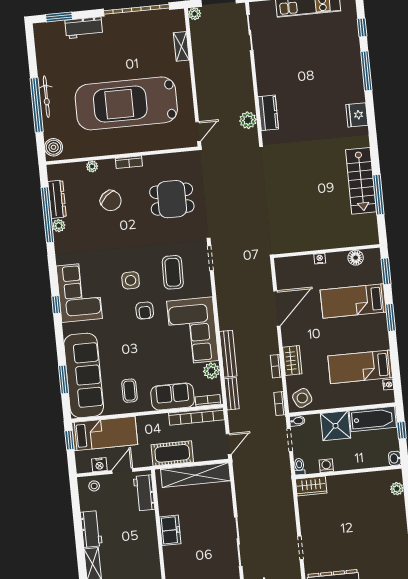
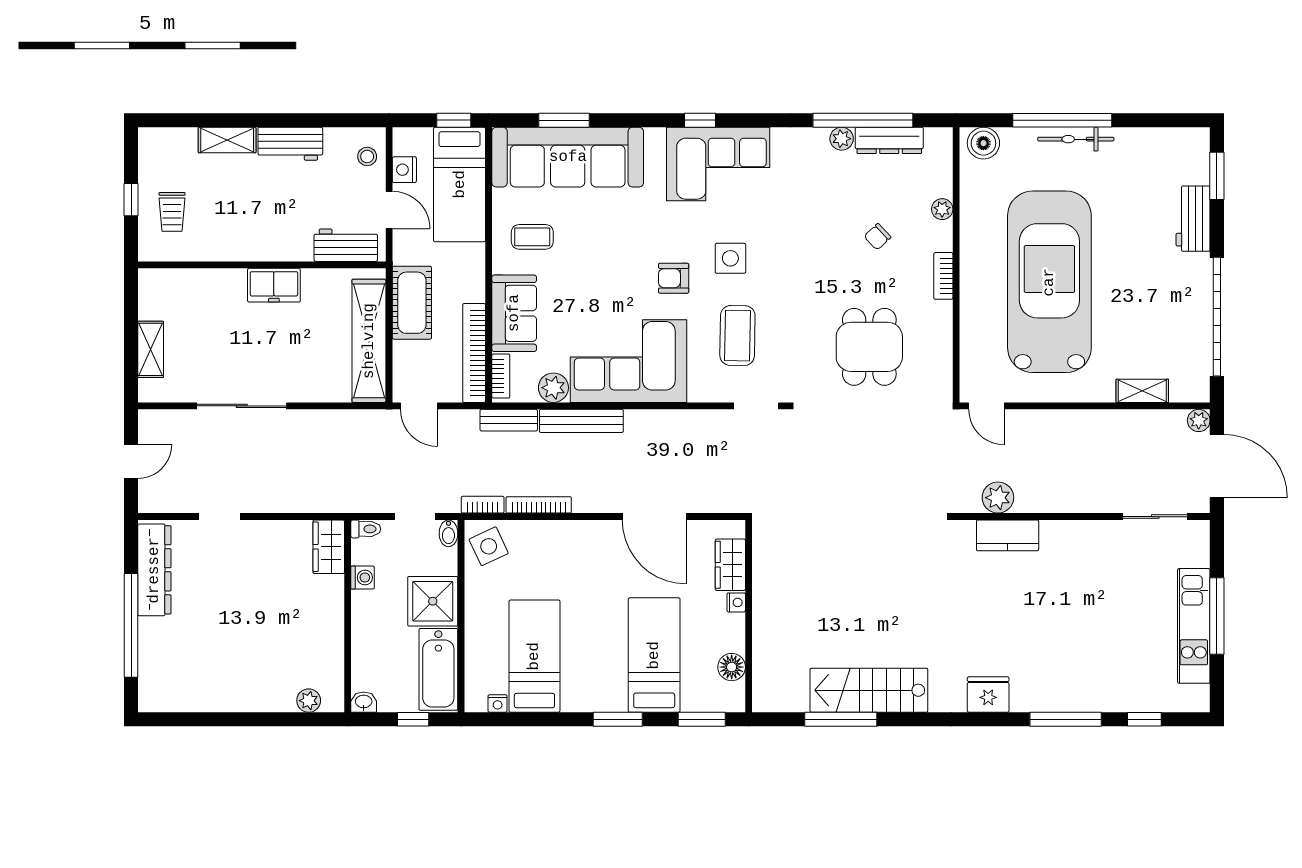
chair: (111, 201) -> (877, 237), width x0.54, depth x0.54
coffee table: (173, 272) -> (737, 336), turned 90
wardrobe: (292, 361) -> (730, 565), moved, turned 90
bookcase: (276, 366) -> (539, 505), width x1.56

